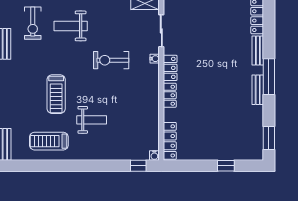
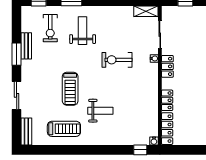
weight bench: (71, 26) -> (83, 31), turned 90
locker: (170, 95) -> (167, 100), moved
treadmill: (49, 141) -> (64, 129), turned 180

